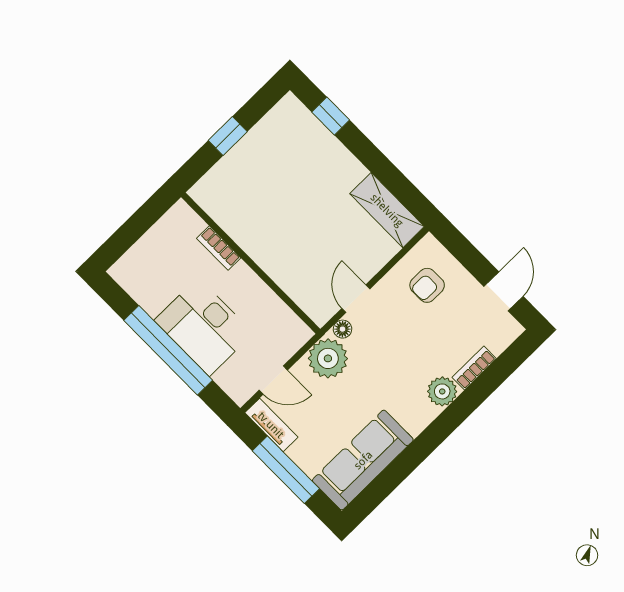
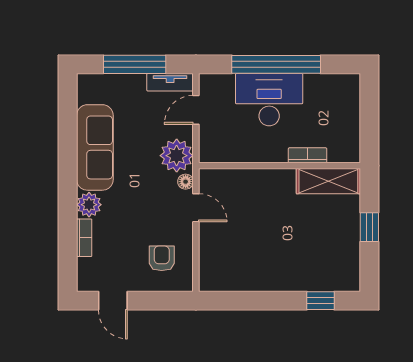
shelving: (387, 210) -> (328, 181), moved
sofa: (363, 460) -> (95, 147), moved

